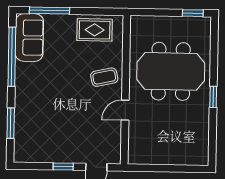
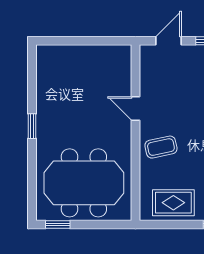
meeting table: (171, 71) -> (84, 183), moved
door: (125, 110) -> (136, 108), swing flipped

